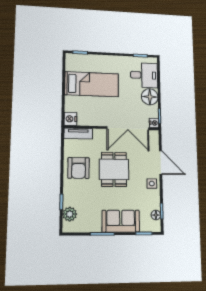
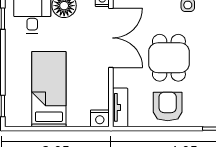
armchair: (79, 168) -> (168, 106), turned -90
dining table: (114, 169) -> (169, 58), turned 90

